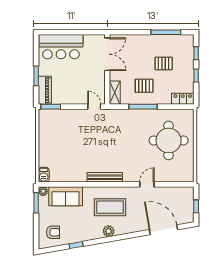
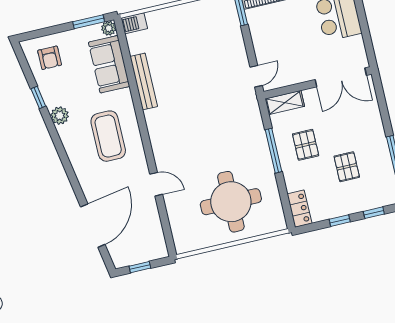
bench: (105, 177) -> (144, 81), moved
plant: (109, 231) -> (60, 116), moved

